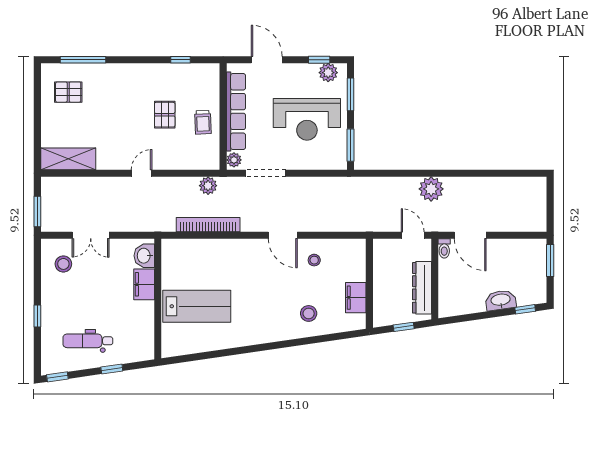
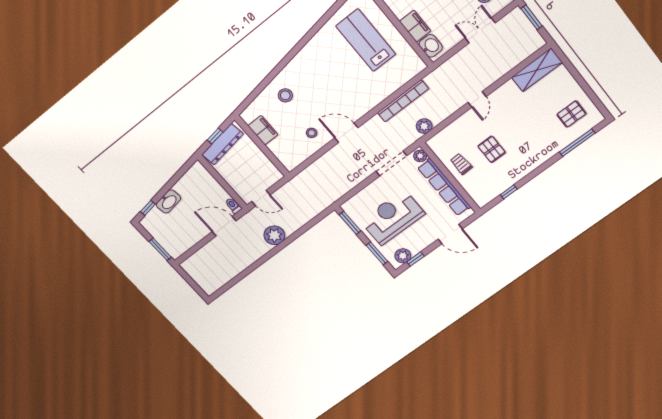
dresser: (422, 288) -> (223, 144), moved, turned 82
lab bench: (197, 306) -> (366, 40), turned 90

